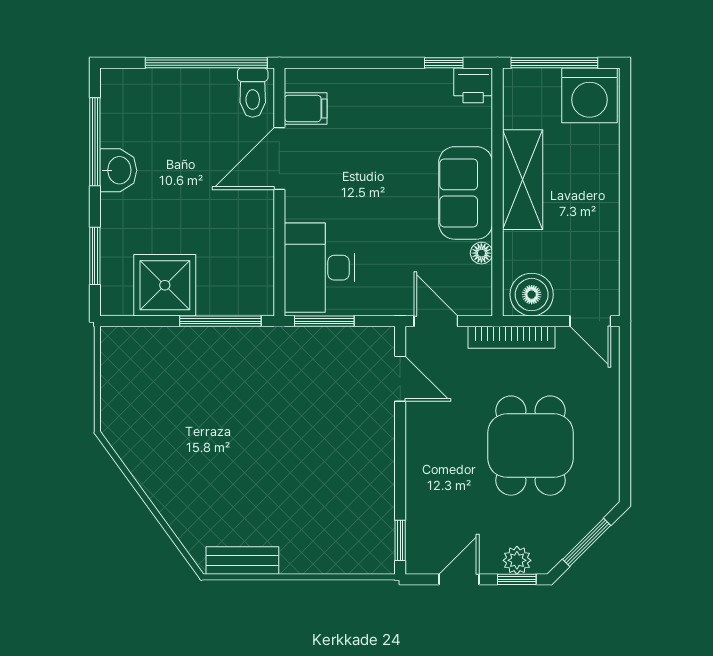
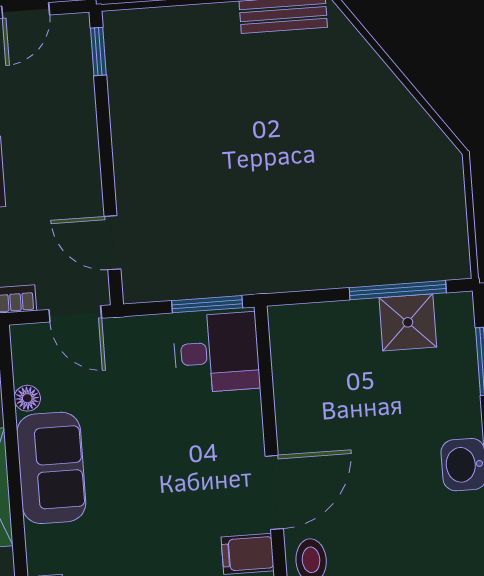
desk: (320, 268) -> (216, 353), width x0.73
shower: (165, 285) -> (408, 322), width x0.73, depth x0.73
window: (220, 321) -> (398, 290), moved

